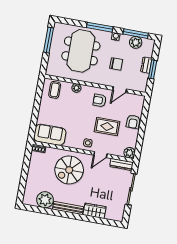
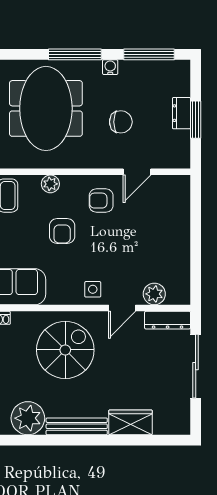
plant: (136, 42) -> (152, 72), removed
armchair: (133, 122) -> (62, 231), moved
rug: (107, 127) -> (125, 250), removed
plant: (130, 153) -> (154, 294), moved
spiral stairs: (69, 170) -> (65, 350), turned 180

